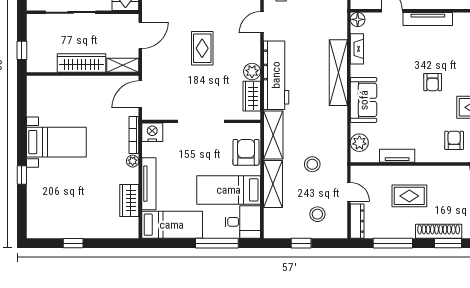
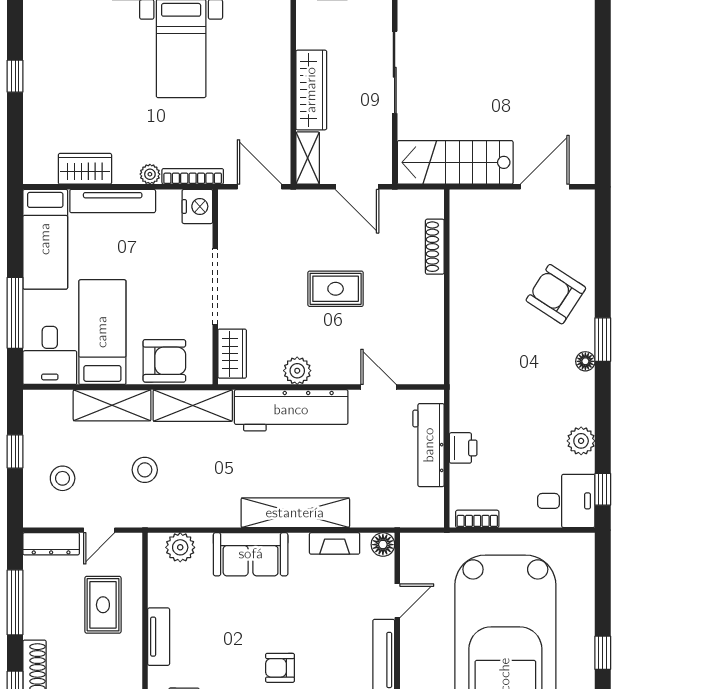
wardrobe: (252, 96) -> (232, 354), moved, turned 90
tv unit: (397, 156) -> (159, 637), moved
rug: (409, 196) -> (103, 605), moved

